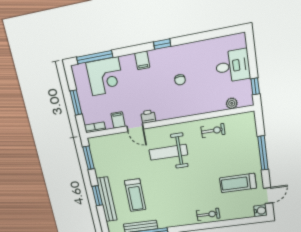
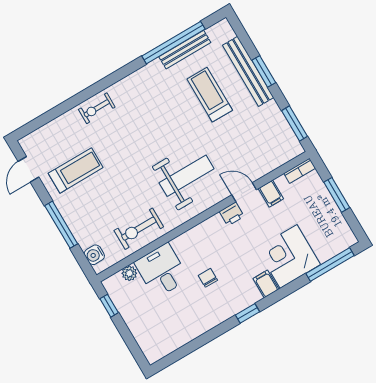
desk: (233, 66) -> (162, 271), moved, turned 90
corner desk: (105, 76) -> (289, 257), moved
exercise bike: (213, 131) -> (139, 229), width x1.38, depth x1.39
water cooler: (260, 211) -> (94, 255), moved

